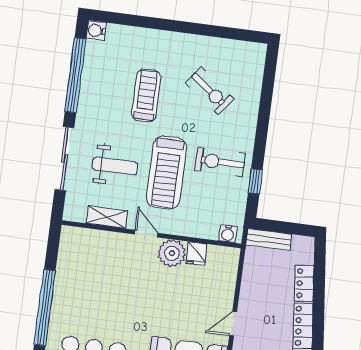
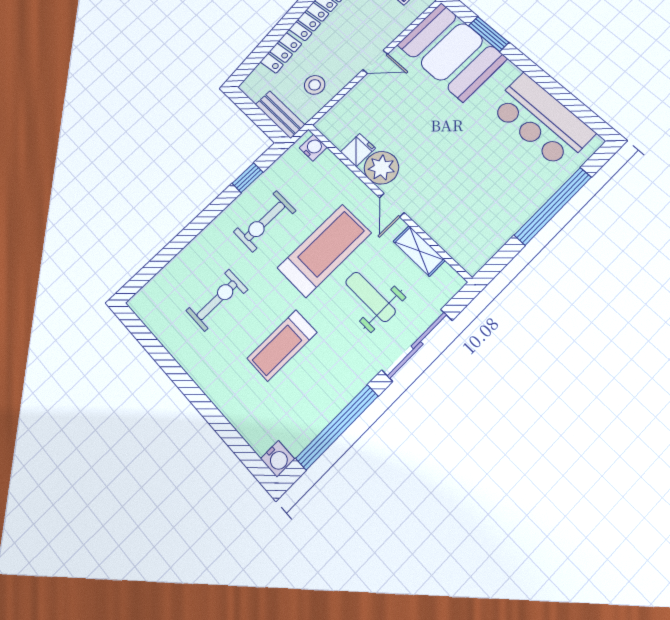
exercise bike: (210, 91) -> (217, 300), turned 53
exercise bike: (220, 162) -> (265, 221), turned 90
stool: (262, 277) -> (315, 85), added

